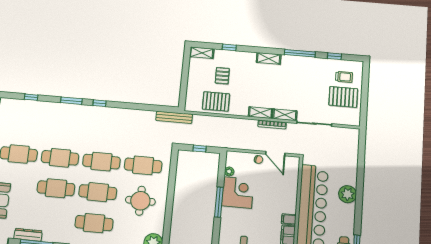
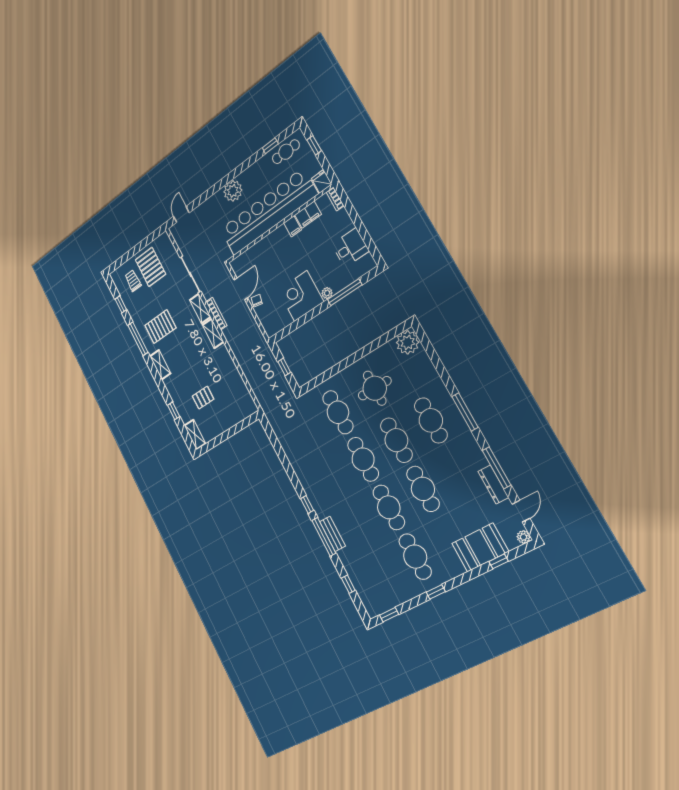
window: (71, 101) -> (324, 537), width x1.44
pallet: (216, 101) -> (160, 327), moved, turned 90
bench: (174, 117) -> (333, 534), moved, width x0.73
door: (362, 145) -> (181, 214), added
plant: (229, 171) -> (327, 293), moved
window: (219, 202) -> (345, 292), moved

